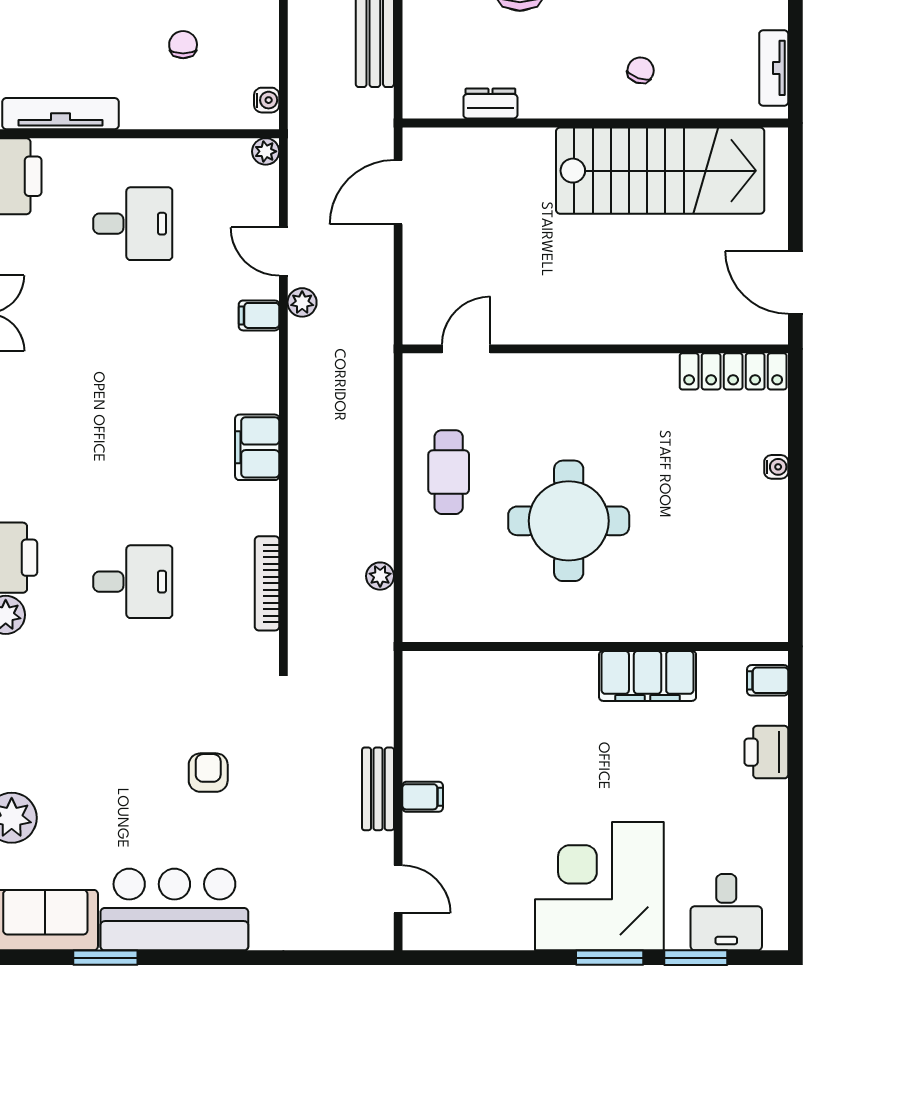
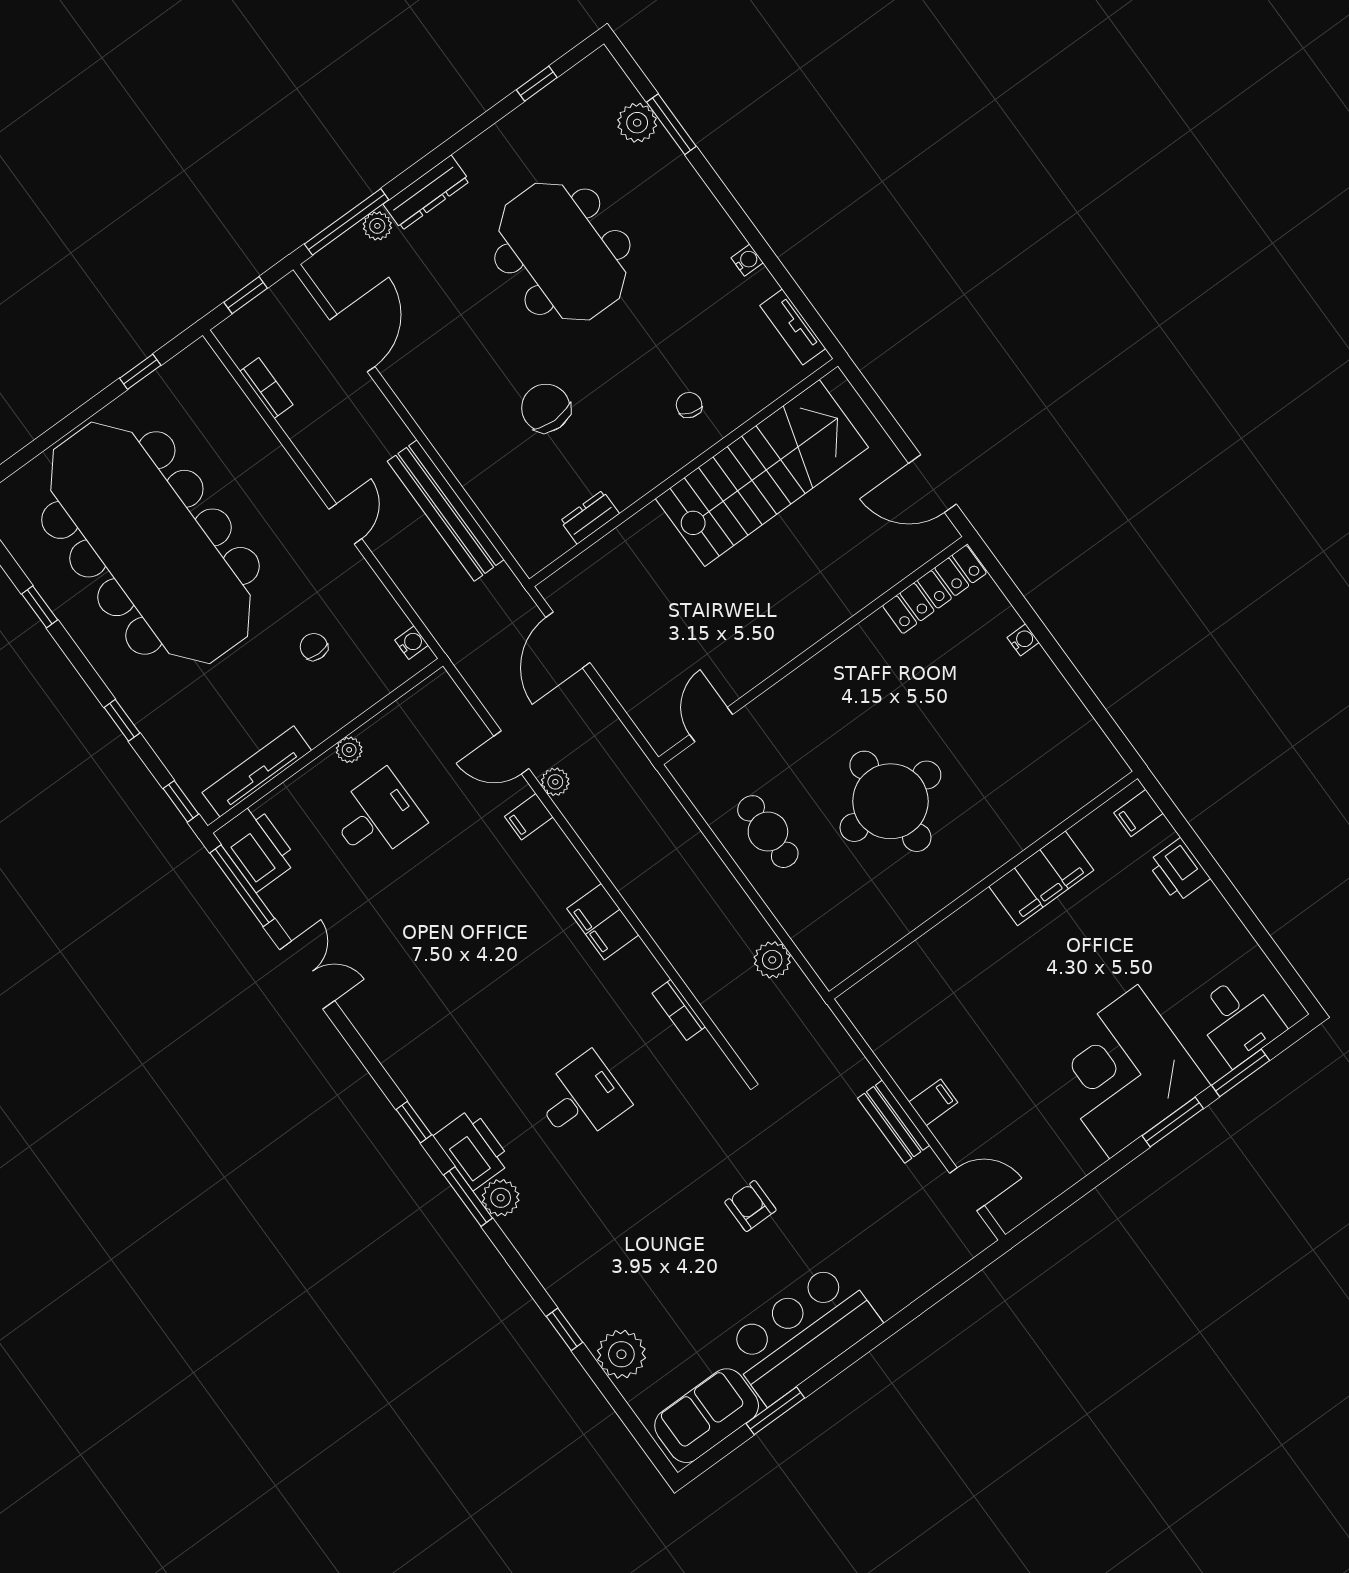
plant: (266, 151) -> (349, 750), moved
plant: (380, 576) -> (772, 960), width x1.38, depth x1.38
bookcase: (267, 583) -> (679, 1010), width x0.64

